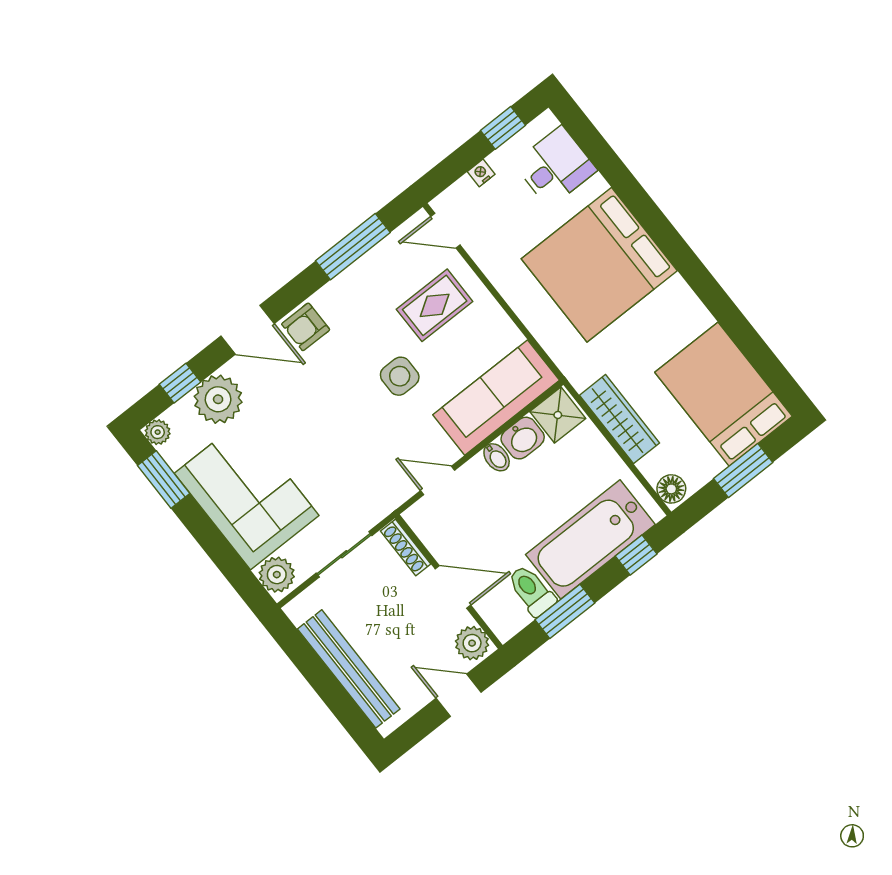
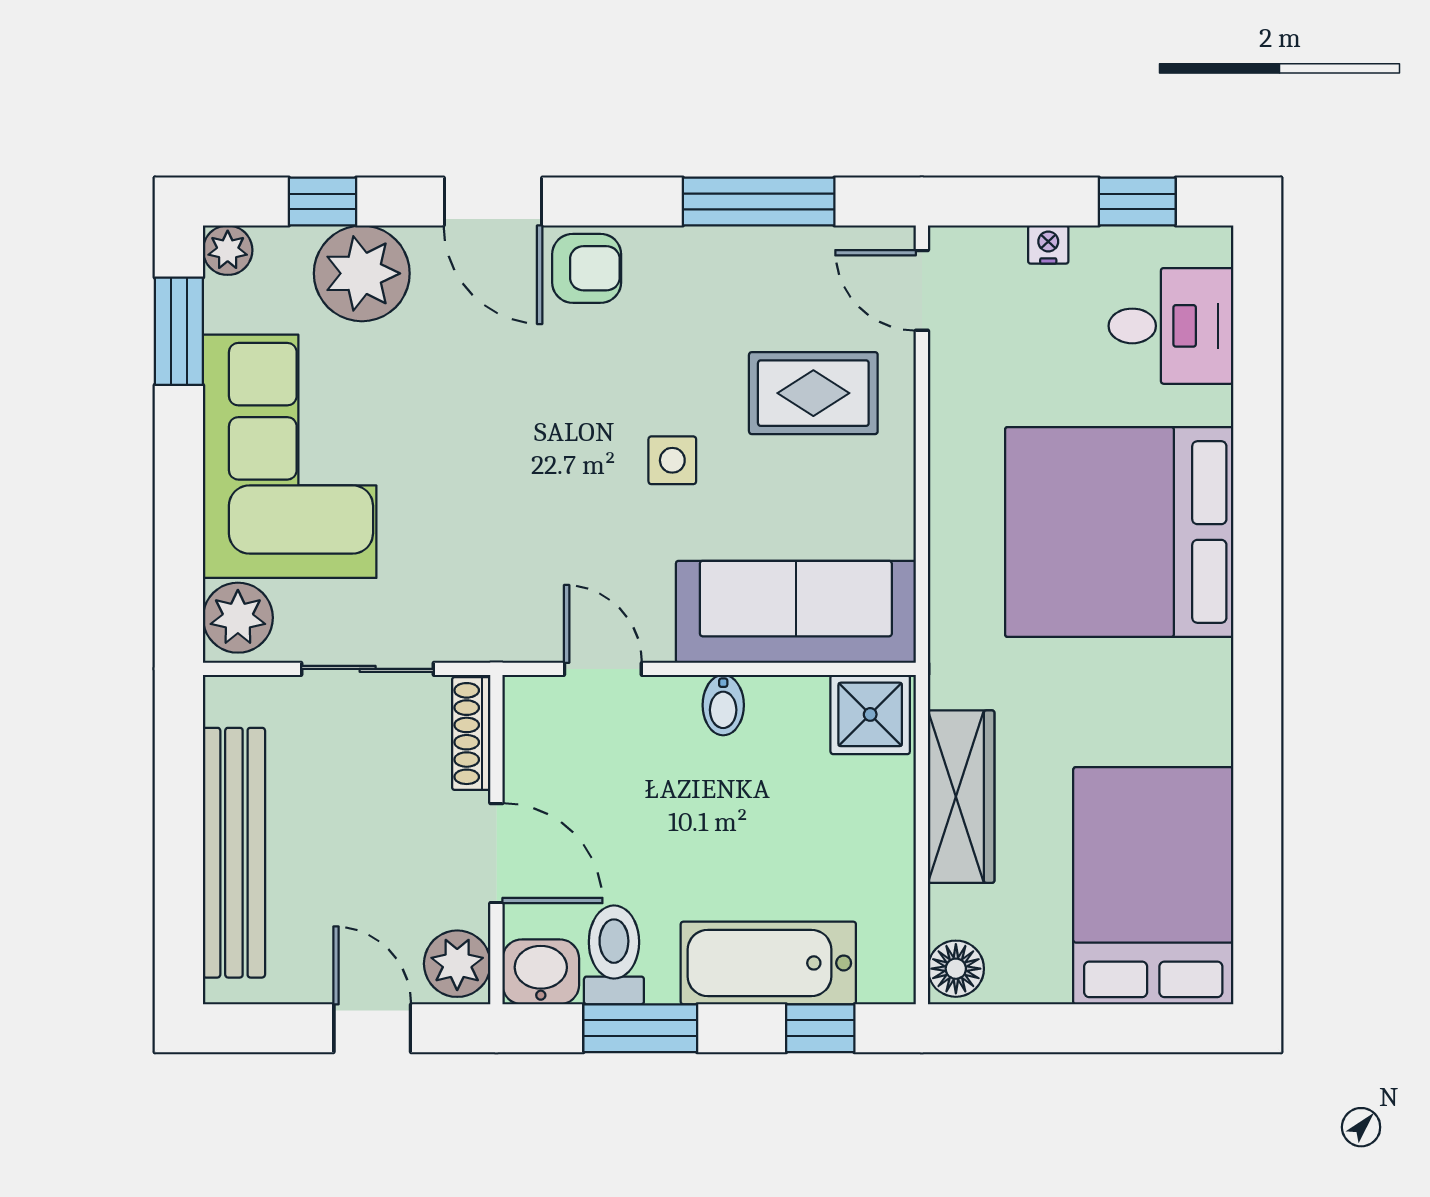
armchair: (306, 327) -> (587, 268), turned 180
side table: (400, 376) -> (672, 460), width x0.73, depth x0.73
washbasin: (523, 438) -> (541, 972), moved, turned 180
window: (743, 471) -> (1090, 1028), removed
bathtub: (590, 539) -> (768, 963), width x0.73, depth x0.73

